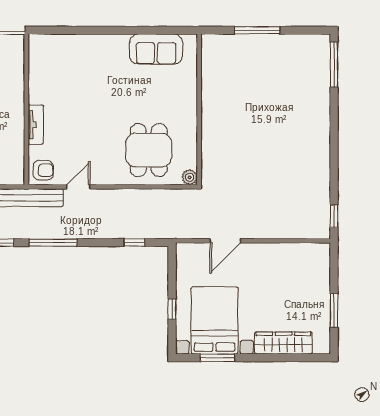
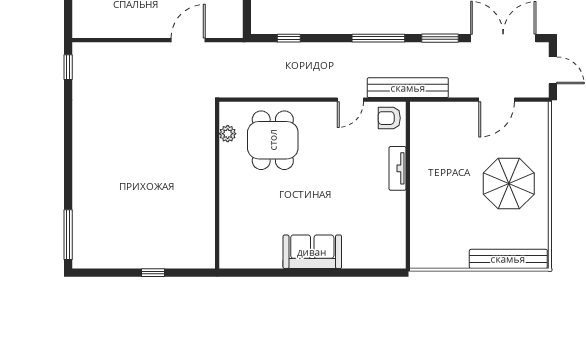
window: (257, 30) -> (153, 273), width x0.46
sofa: (156, 49) -> (312, 252), moved
plant: (190, 177) -> (228, 134), moved

